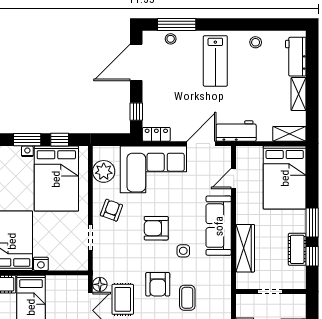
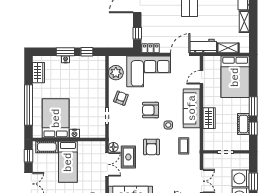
shelving: (289, 134) -> (228, 48), moved
bed: (56, 179) -> (85, 77), removed
wardrobe: (245, 248) -> (209, 118), width x0.67
coffee table: (187, 298) -> (184, 146), moved

